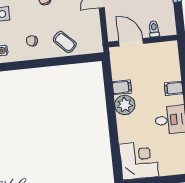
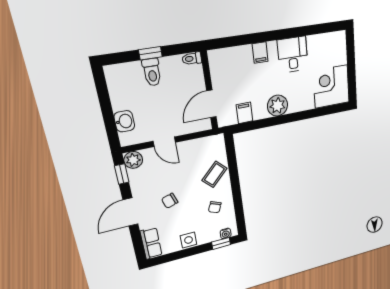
toilet: (154, 29) -> (192, 59), moved
filing cabinet: (122, 87) -> (244, 113), moved

